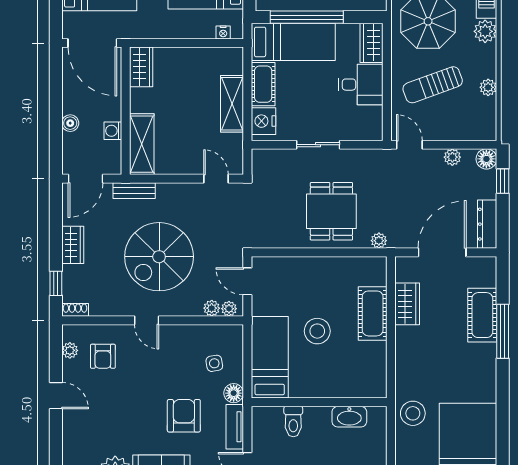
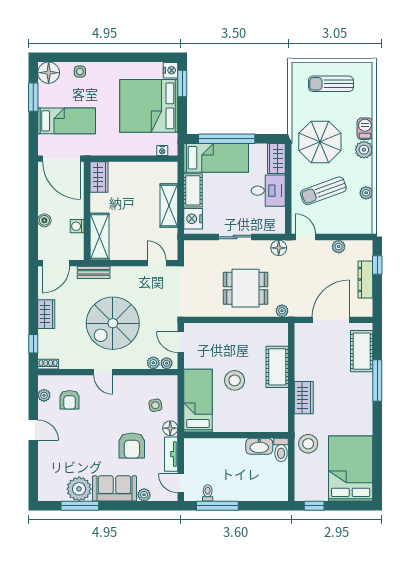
floor lamp: (486, 159) -> (279, 248), moved
dining table: (331, 211) -> (245, 288), turned 90
dresser: (487, 224) -> (365, 280), moved
wardrobe: (407, 304) -> (304, 398), moved
cot: (482, 315) -> (362, 351), moved
armchair: (184, 416) -> (132, 446), turned 180
toilet: (293, 421) -> (281, 450), moved

